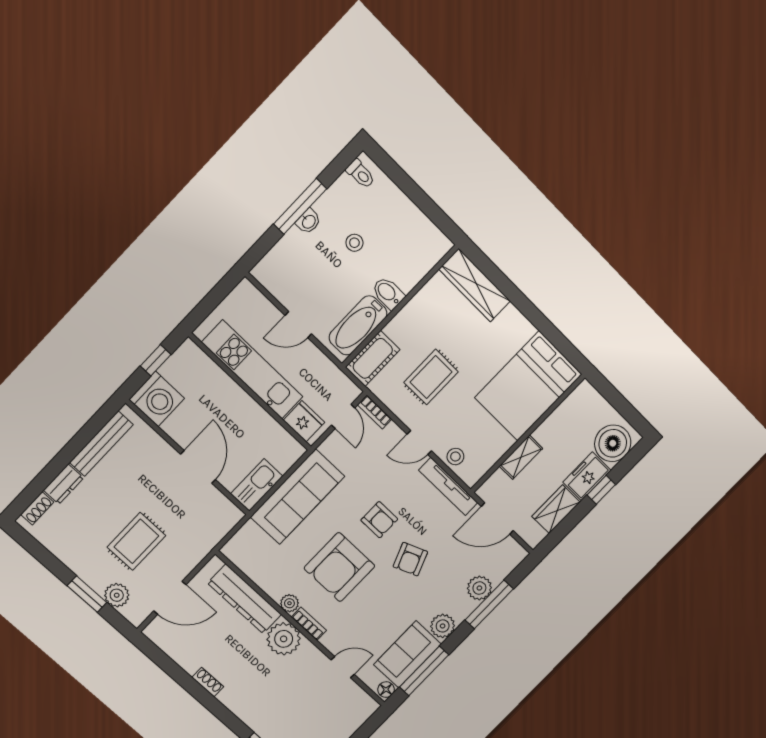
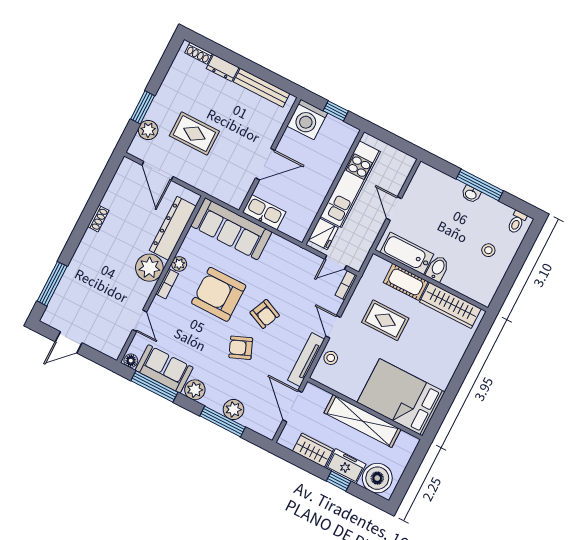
stool: (354, 243) -> (488, 250), moved
wardrobe: (475, 285) -> (450, 305), moved, turned -90
cot: (373, 358) -> (406, 282), moved
shelving: (521, 457) -> (363, 421), width x2.20, depth x1.33
sofa: (297, 497) -> (231, 229), moved
armchair: (379, 520) -> (265, 314), turned -66

